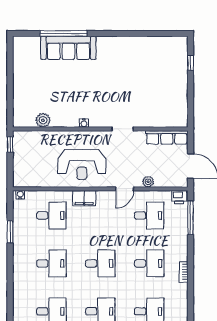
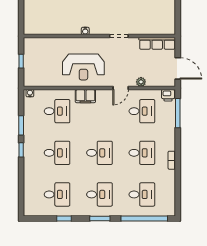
plant: (43, 120) -> (50, 28), removed
window: (10, 144) -> (21, 61), moved
window: (10, 260) -> (21, 150), added

